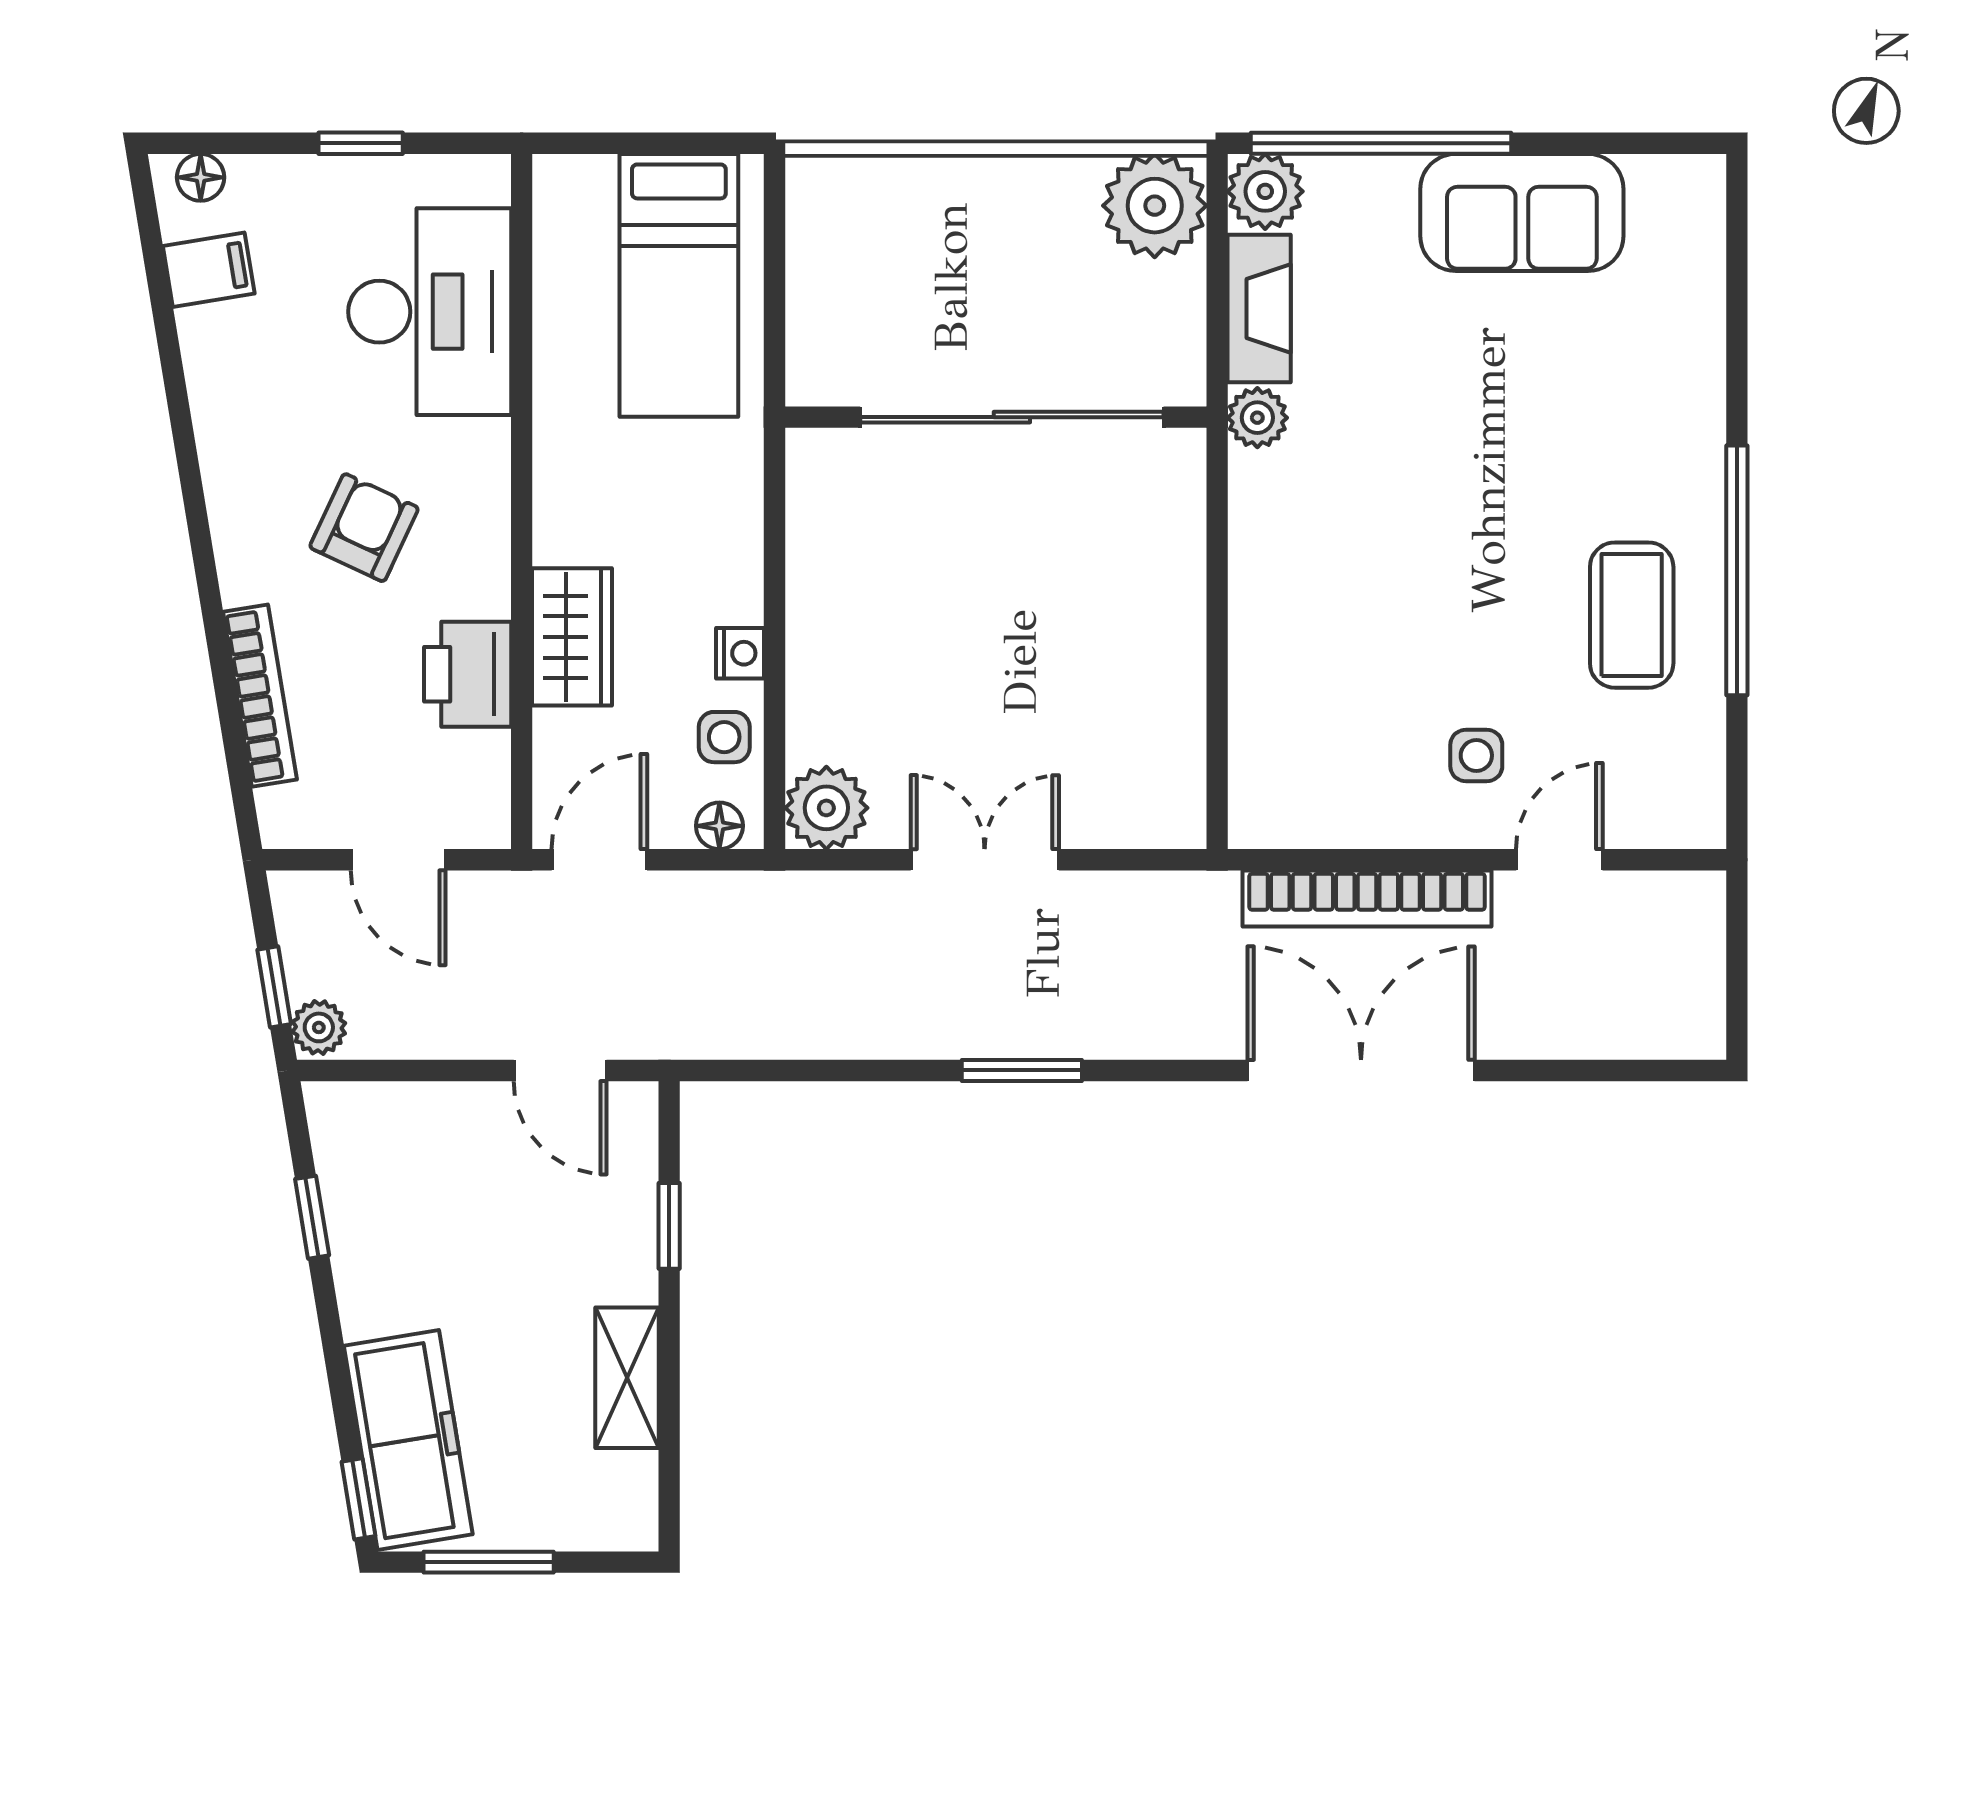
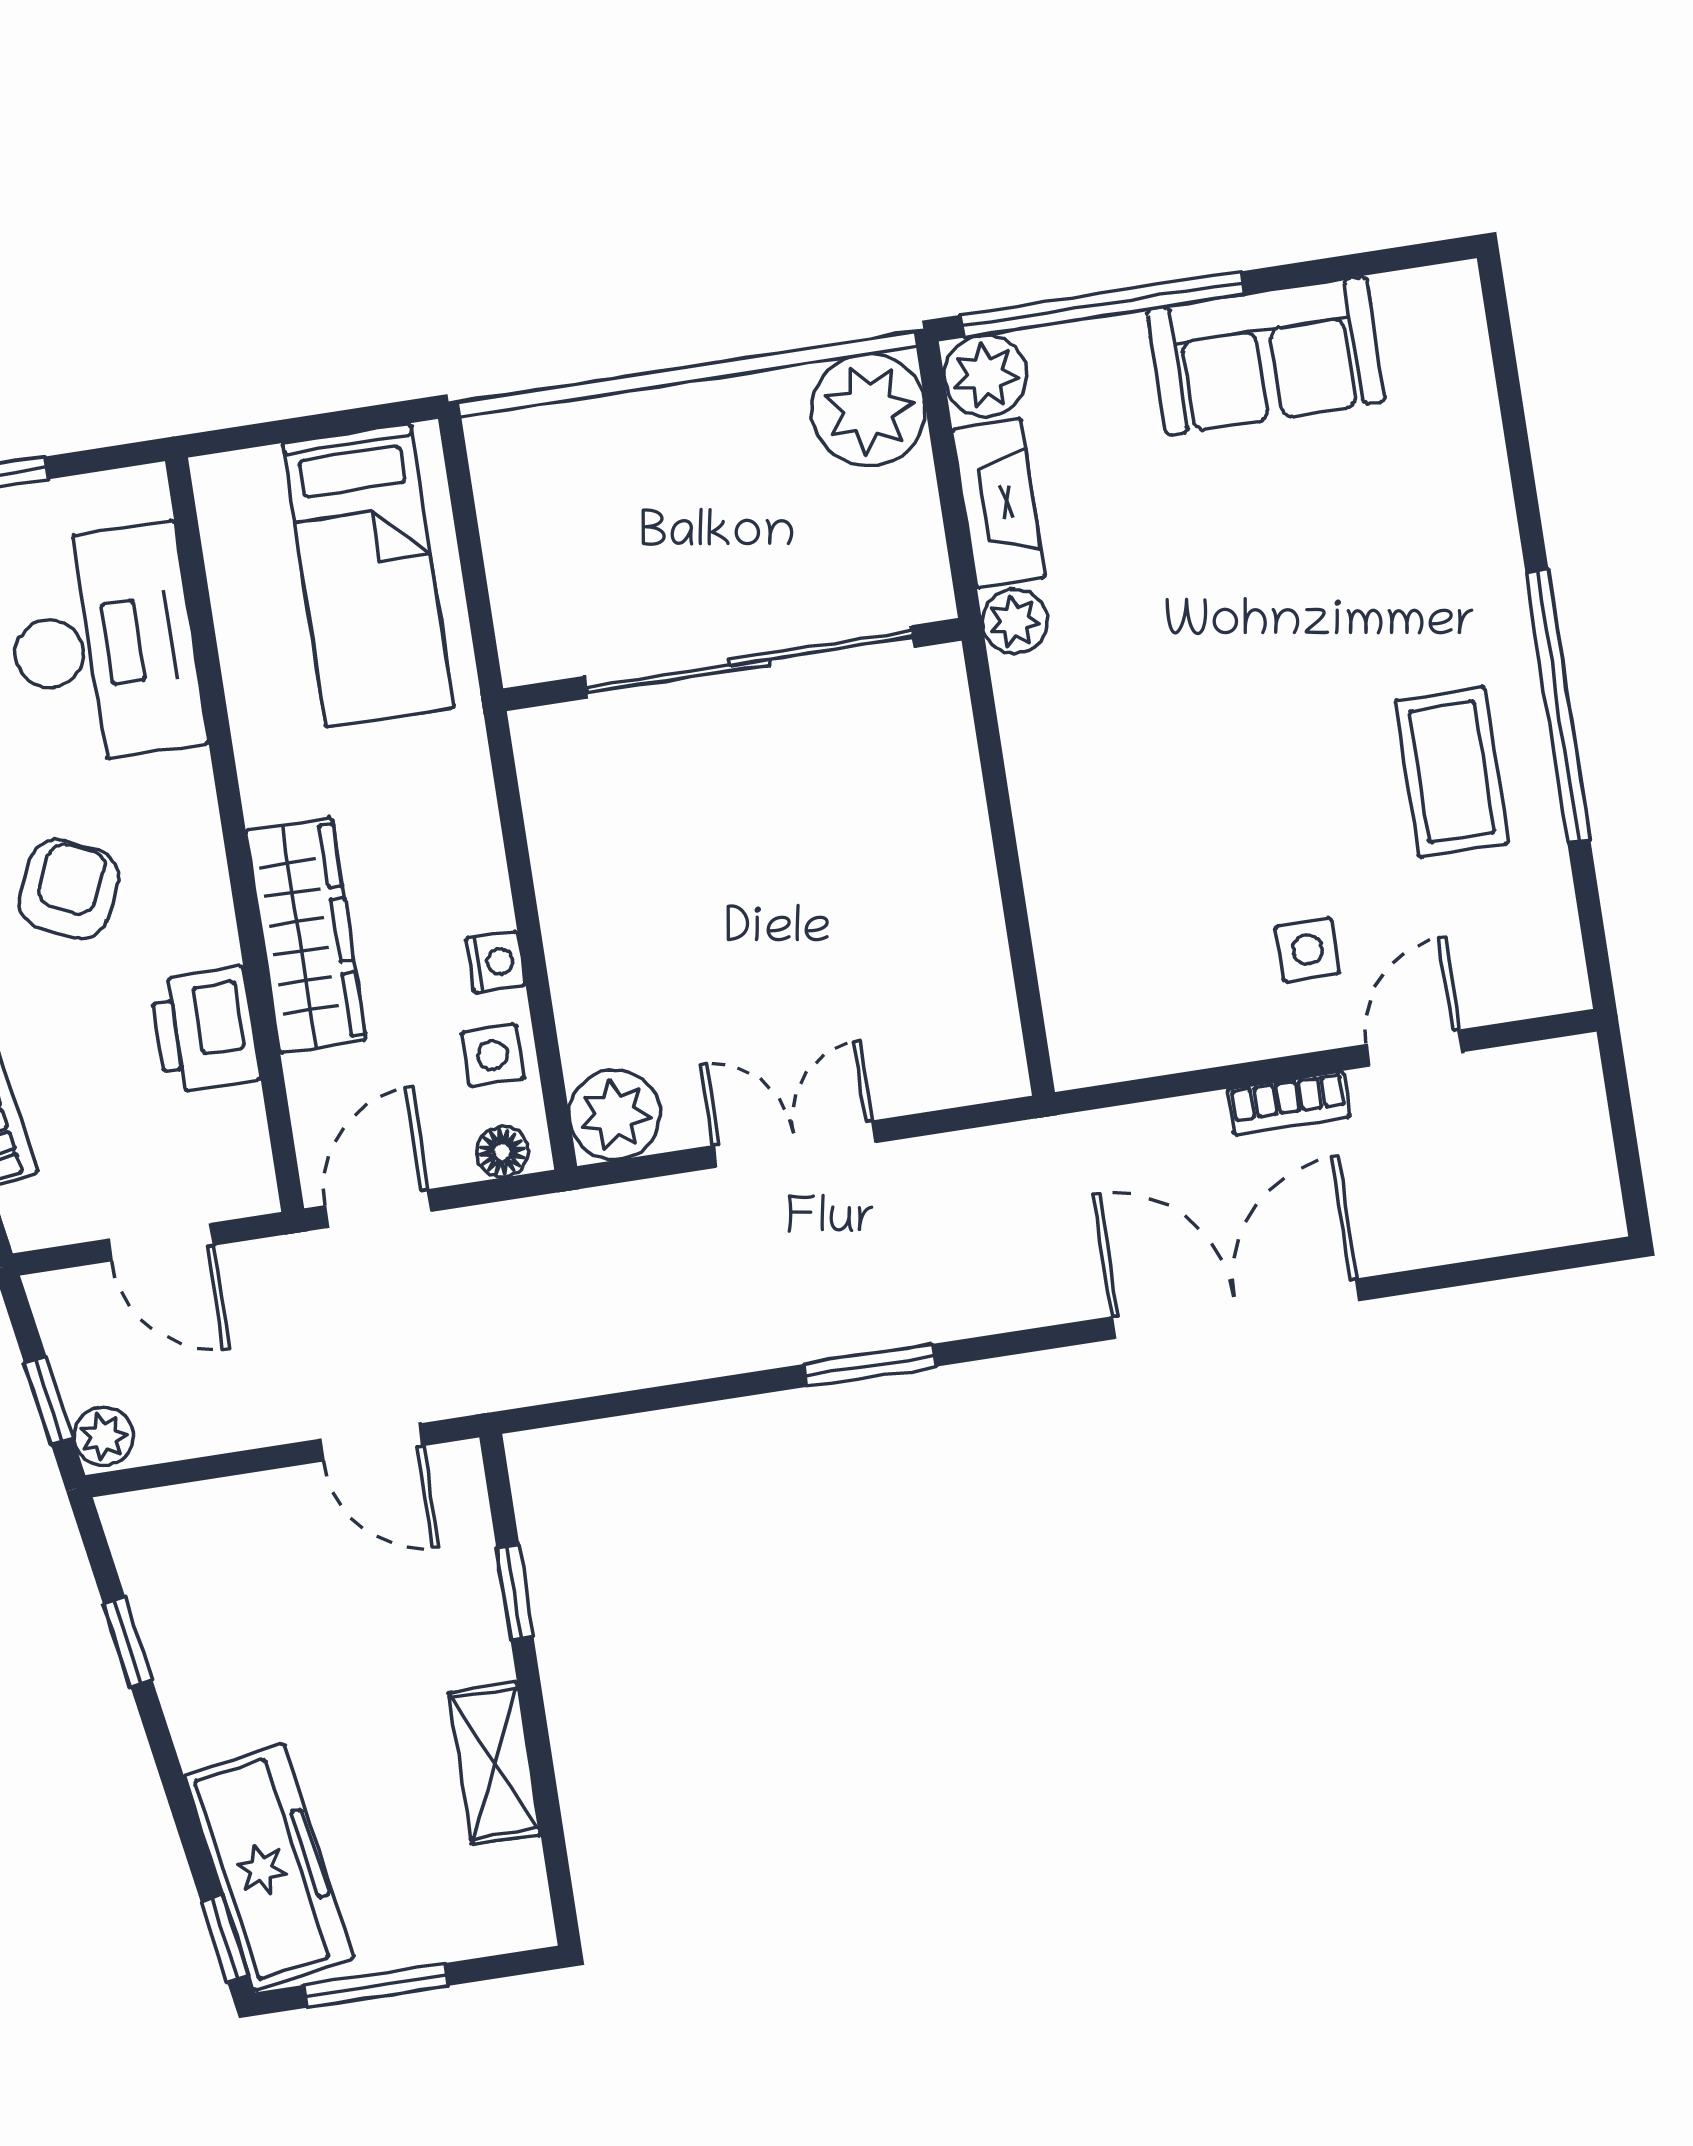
wardrobe: (572, 637) -> (306, 935), width x1.50
bookcase: (1367, 899) -> (1289, 1103), width x0.43, depth x0.76

